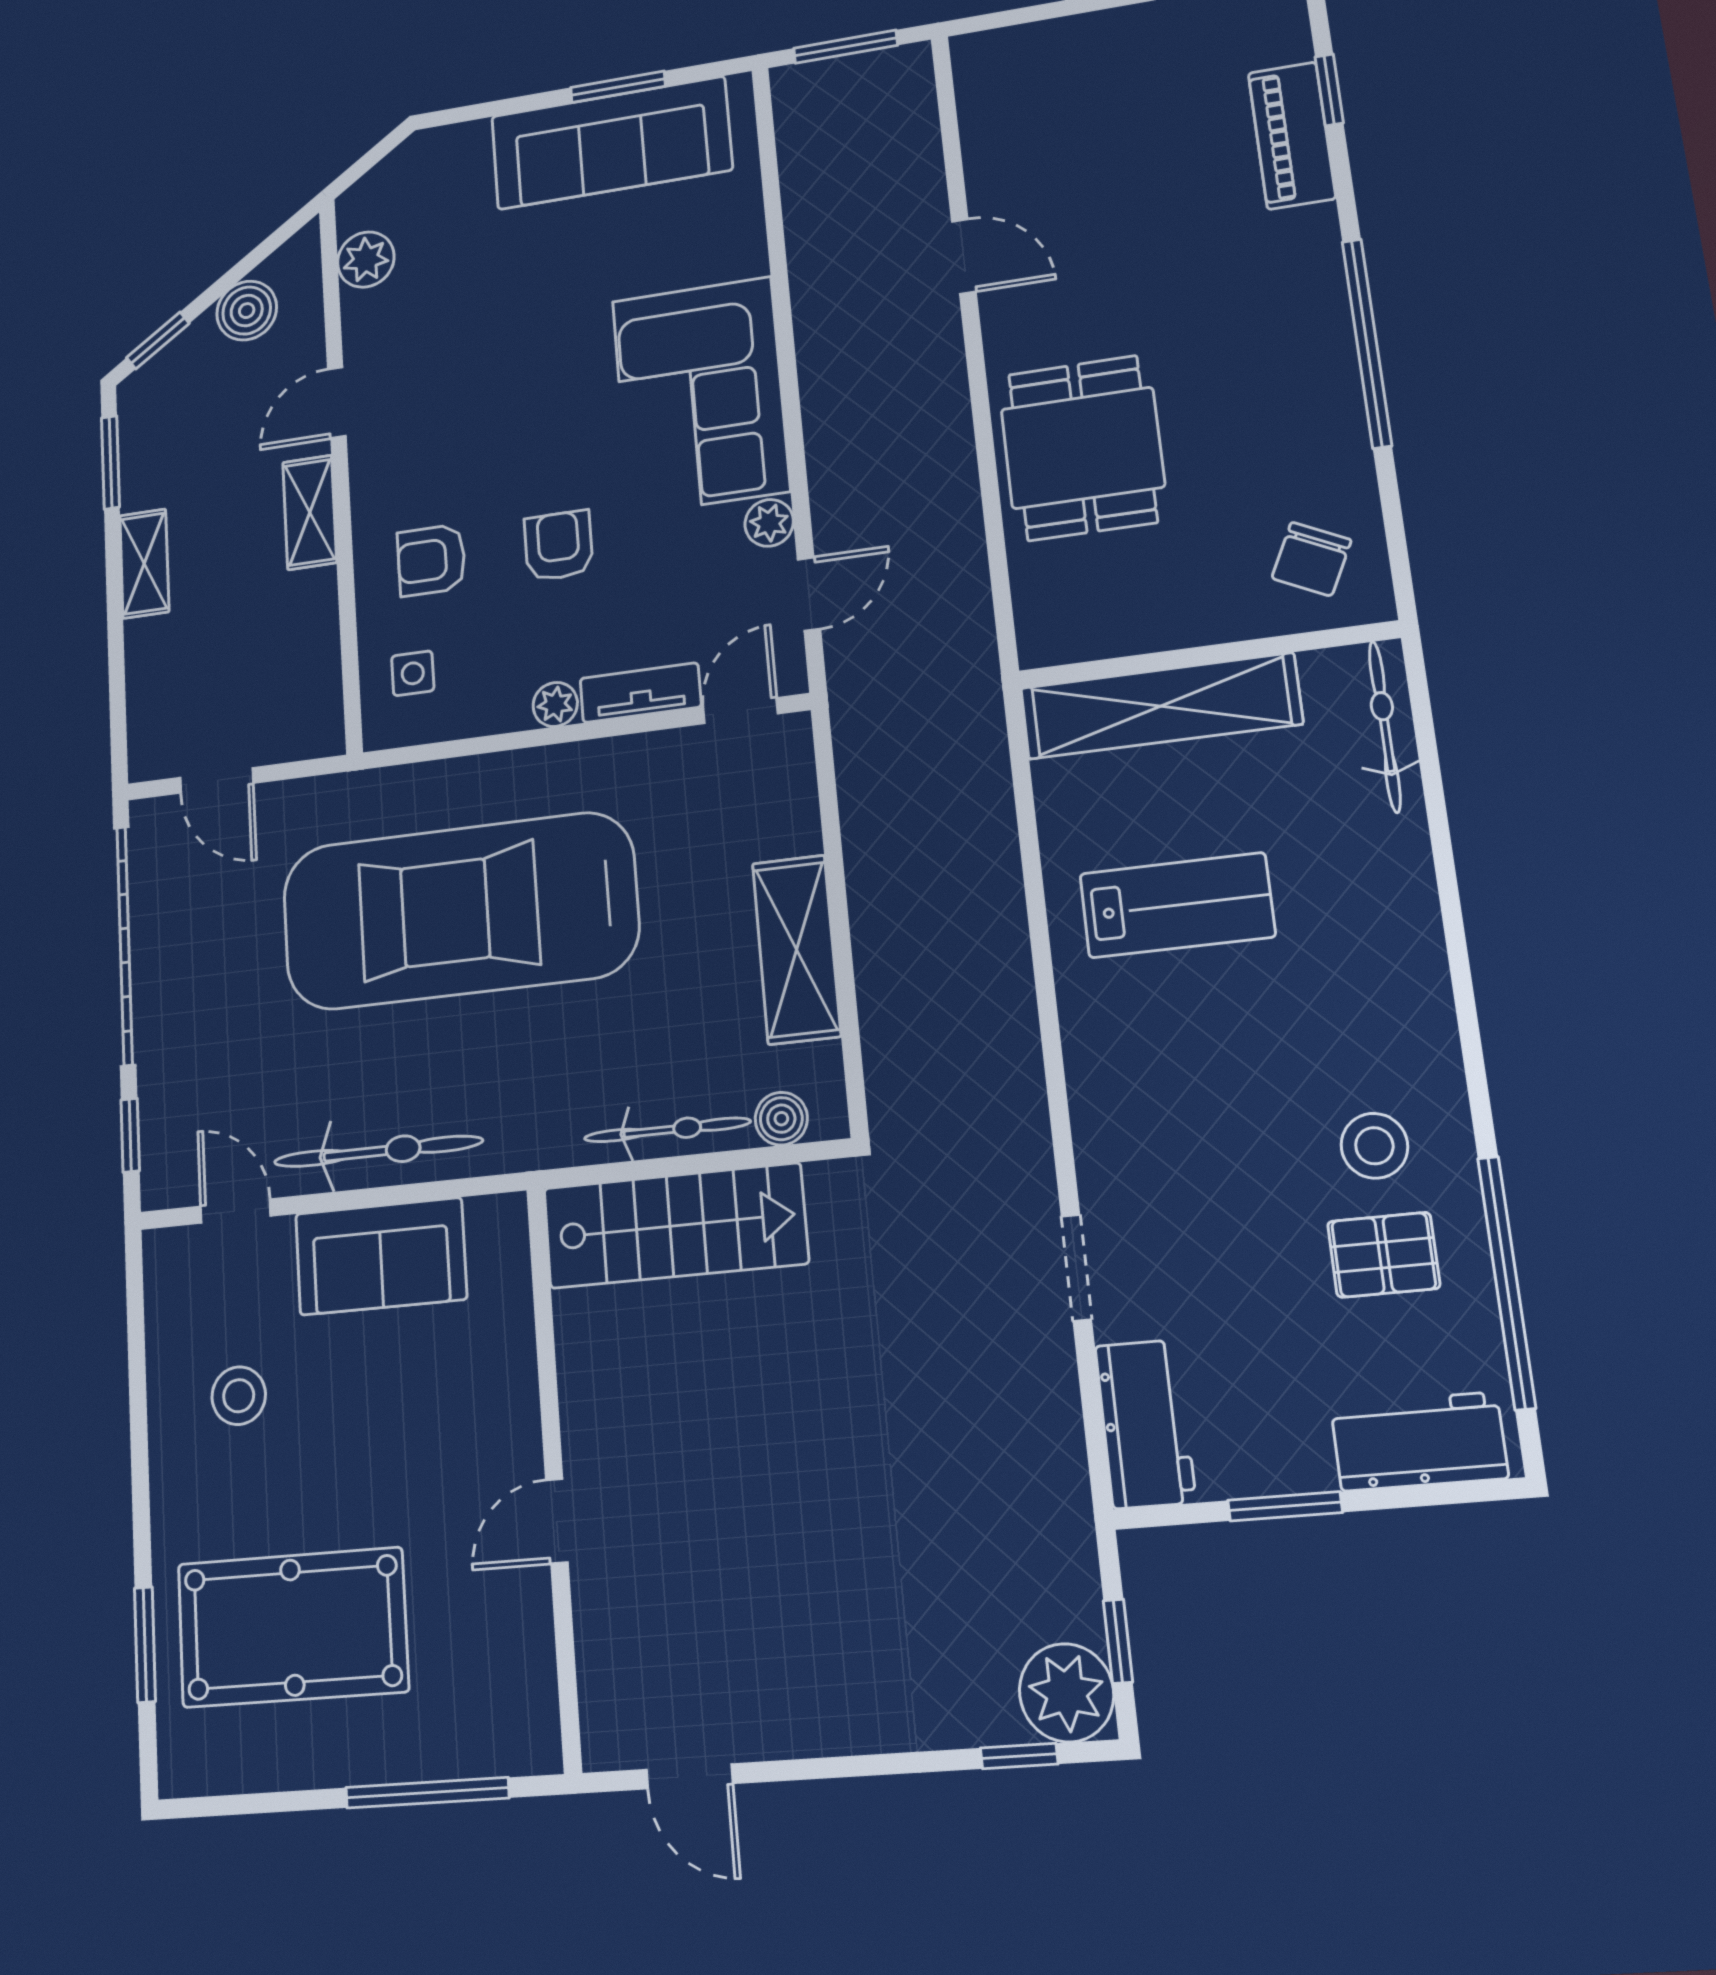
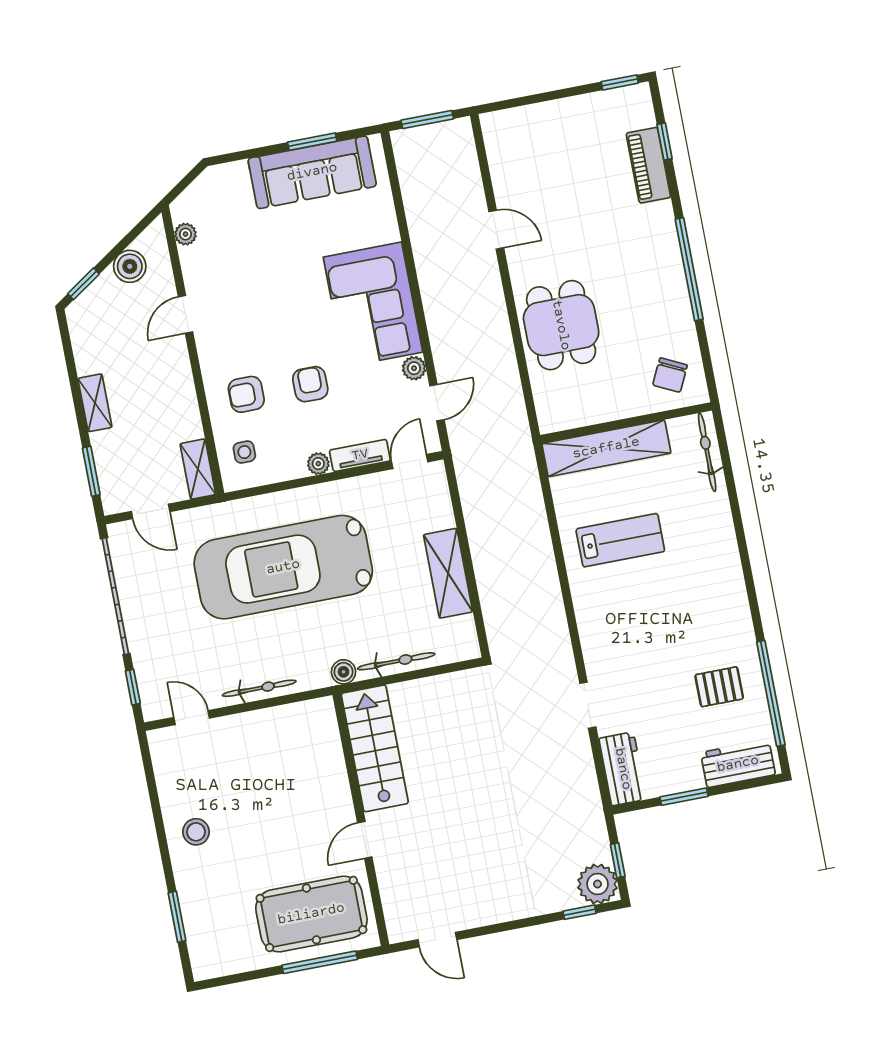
plant: (366, 260) -> (185, 234), width x0.73, depth x0.73
window: (111, 462) -> (91, 471), moved
shelving: (310, 512) -> (198, 469), moved
boiler: (781, 1119) -> (344, 672), moved
stool: (1374, 1146) -> (713, 640), removed
bicycle: (378, 1151) -> (259, 688), width x0.73, depth x0.71
stairs: (675, 1226) -> (375, 748), moved, turned -90
sofa: (381, 1256) -> (266, 732), removed
stool: (239, 1396) -> (196, 832), moved
pool table: (292, 1627) -> (311, 914), moved

